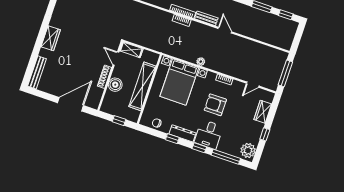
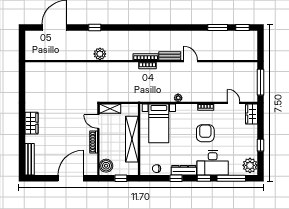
bed with nightstands: (179, 82) -> (159, 123), width x0.73
boiler: (115, 85) -> (106, 166), moved
door: (253, 85) -> (234, 103), swing flipped
armchair: (215, 105) -> (205, 133), turned 90
wardrobe: (263, 112) -> (251, 114), moved
desk: (209, 134) -> (213, 163), width x1.37

